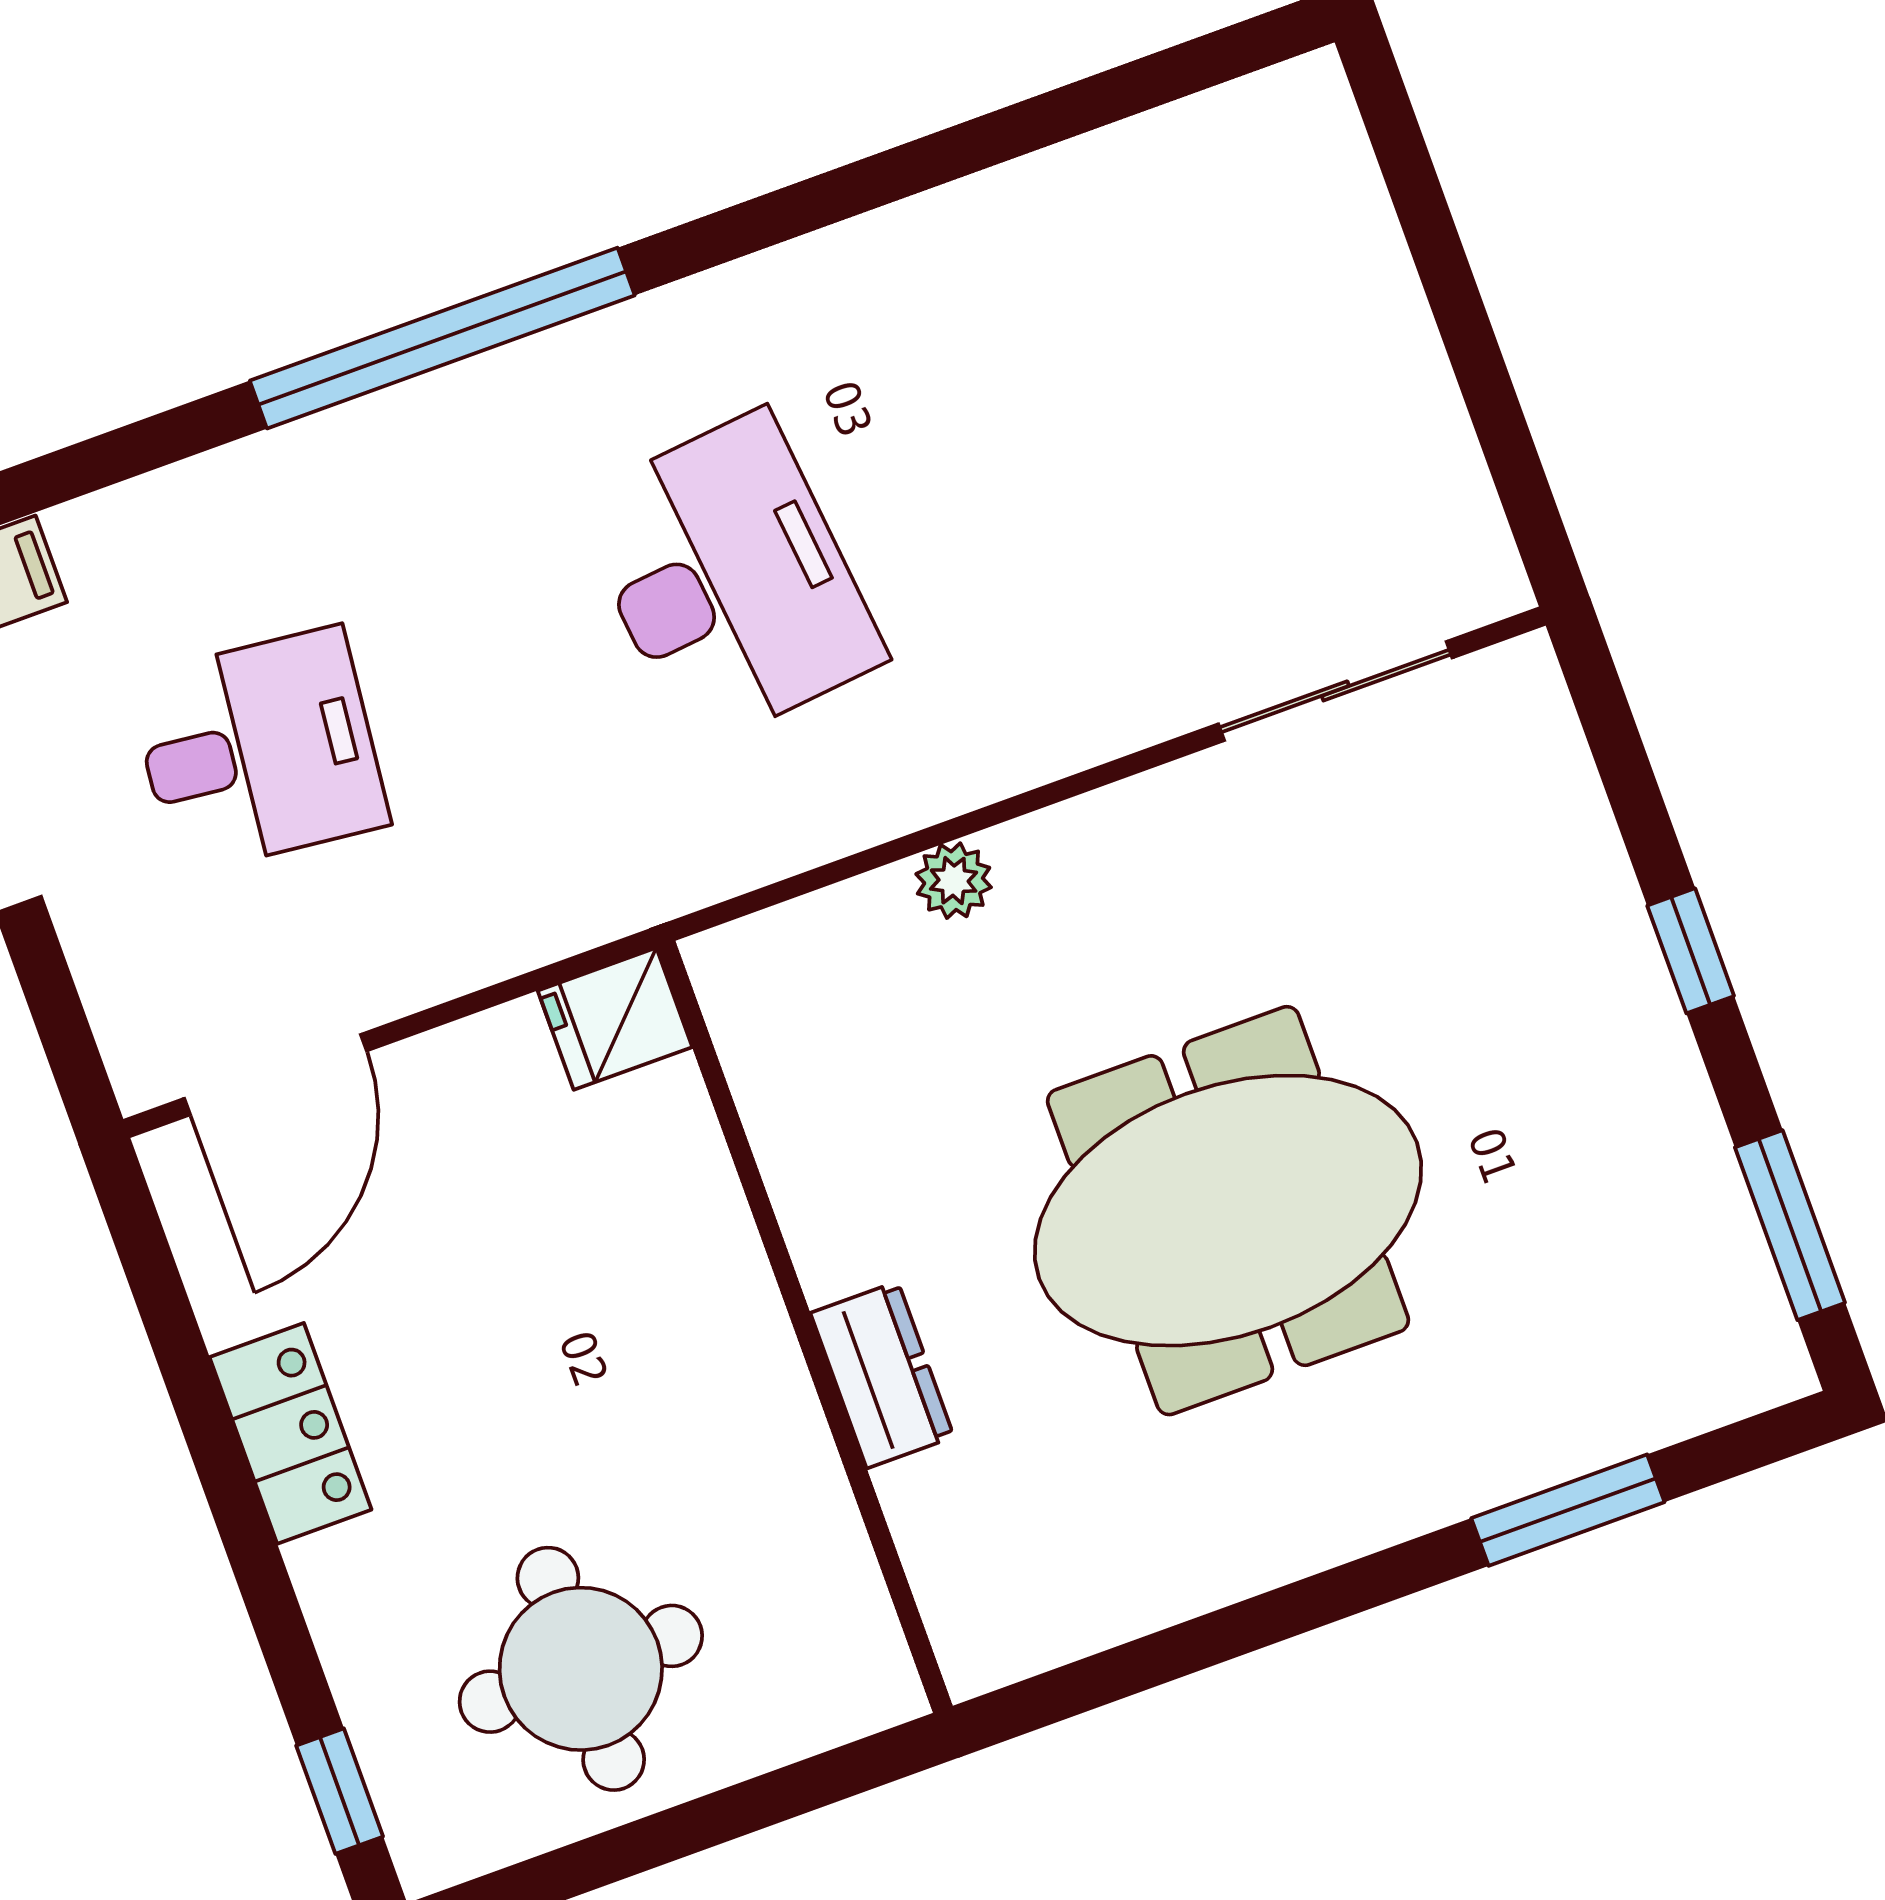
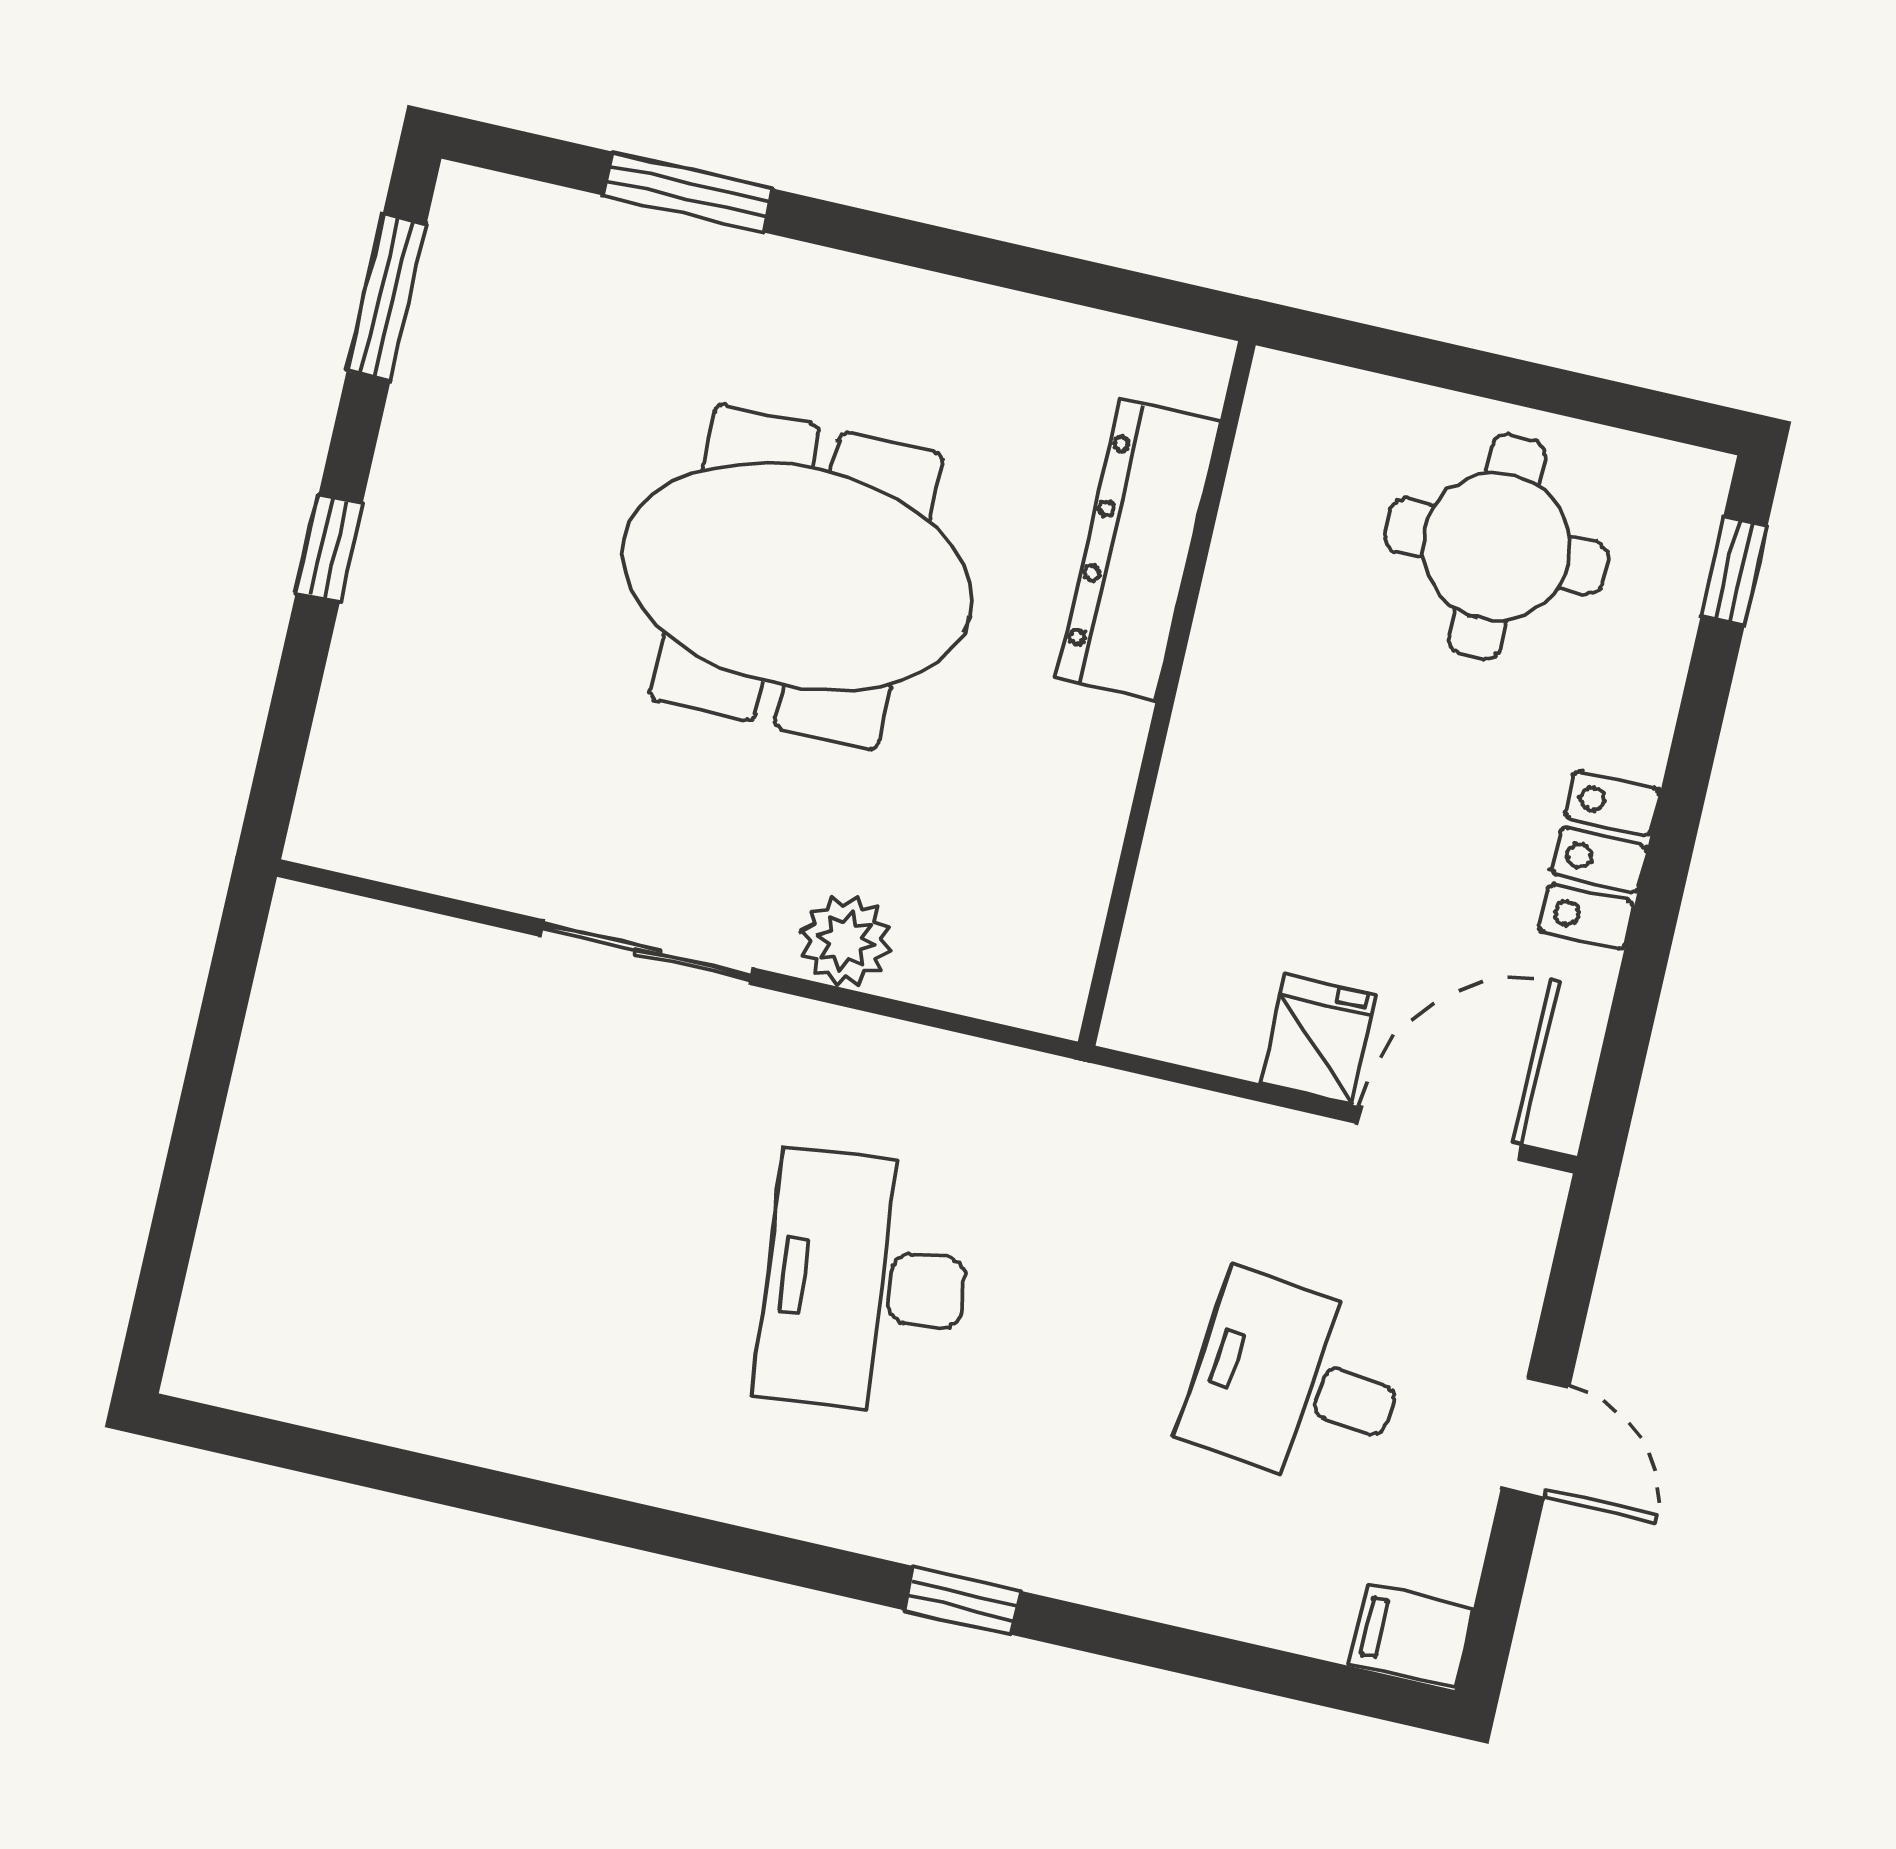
window: (442, 338) -> (963, 1601), width x0.32
sliding door: (1335, 691) -> (647, 952), moved
plant: (954, 881) -> (845, 941), width x1.38, depth x1.38
fridge: (615, 1019) -> (1318, 1040), moved, turned -90
dresser: (882, 1375) -> (1138, 550), width x1.96, depth x1.24

